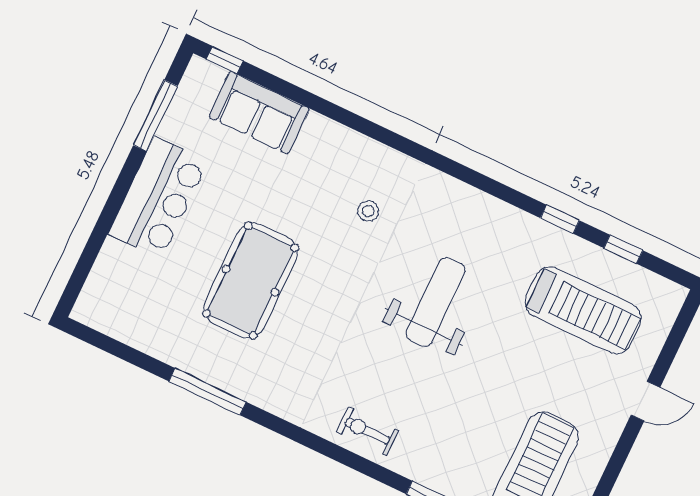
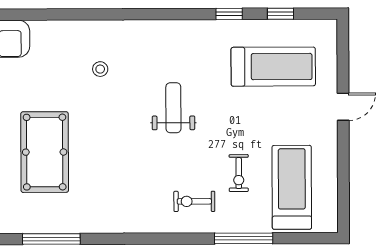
weight bench: (436, 302) -> (173, 108), width x0.73, depth x0.75
exercise bike: (478, 421) -> (239, 173), added
exercise bike: (367, 431) -> (194, 201), moved

